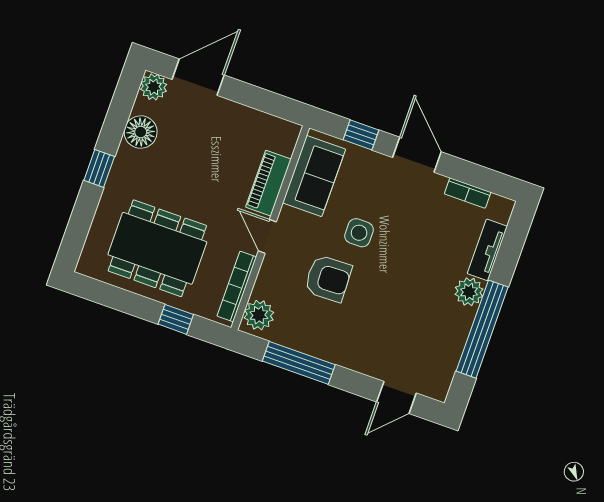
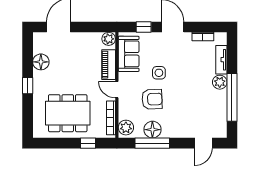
plant: (154, 87) -> (109, 39), moved
floor lamp: (308, 337) -> (152, 130), added

